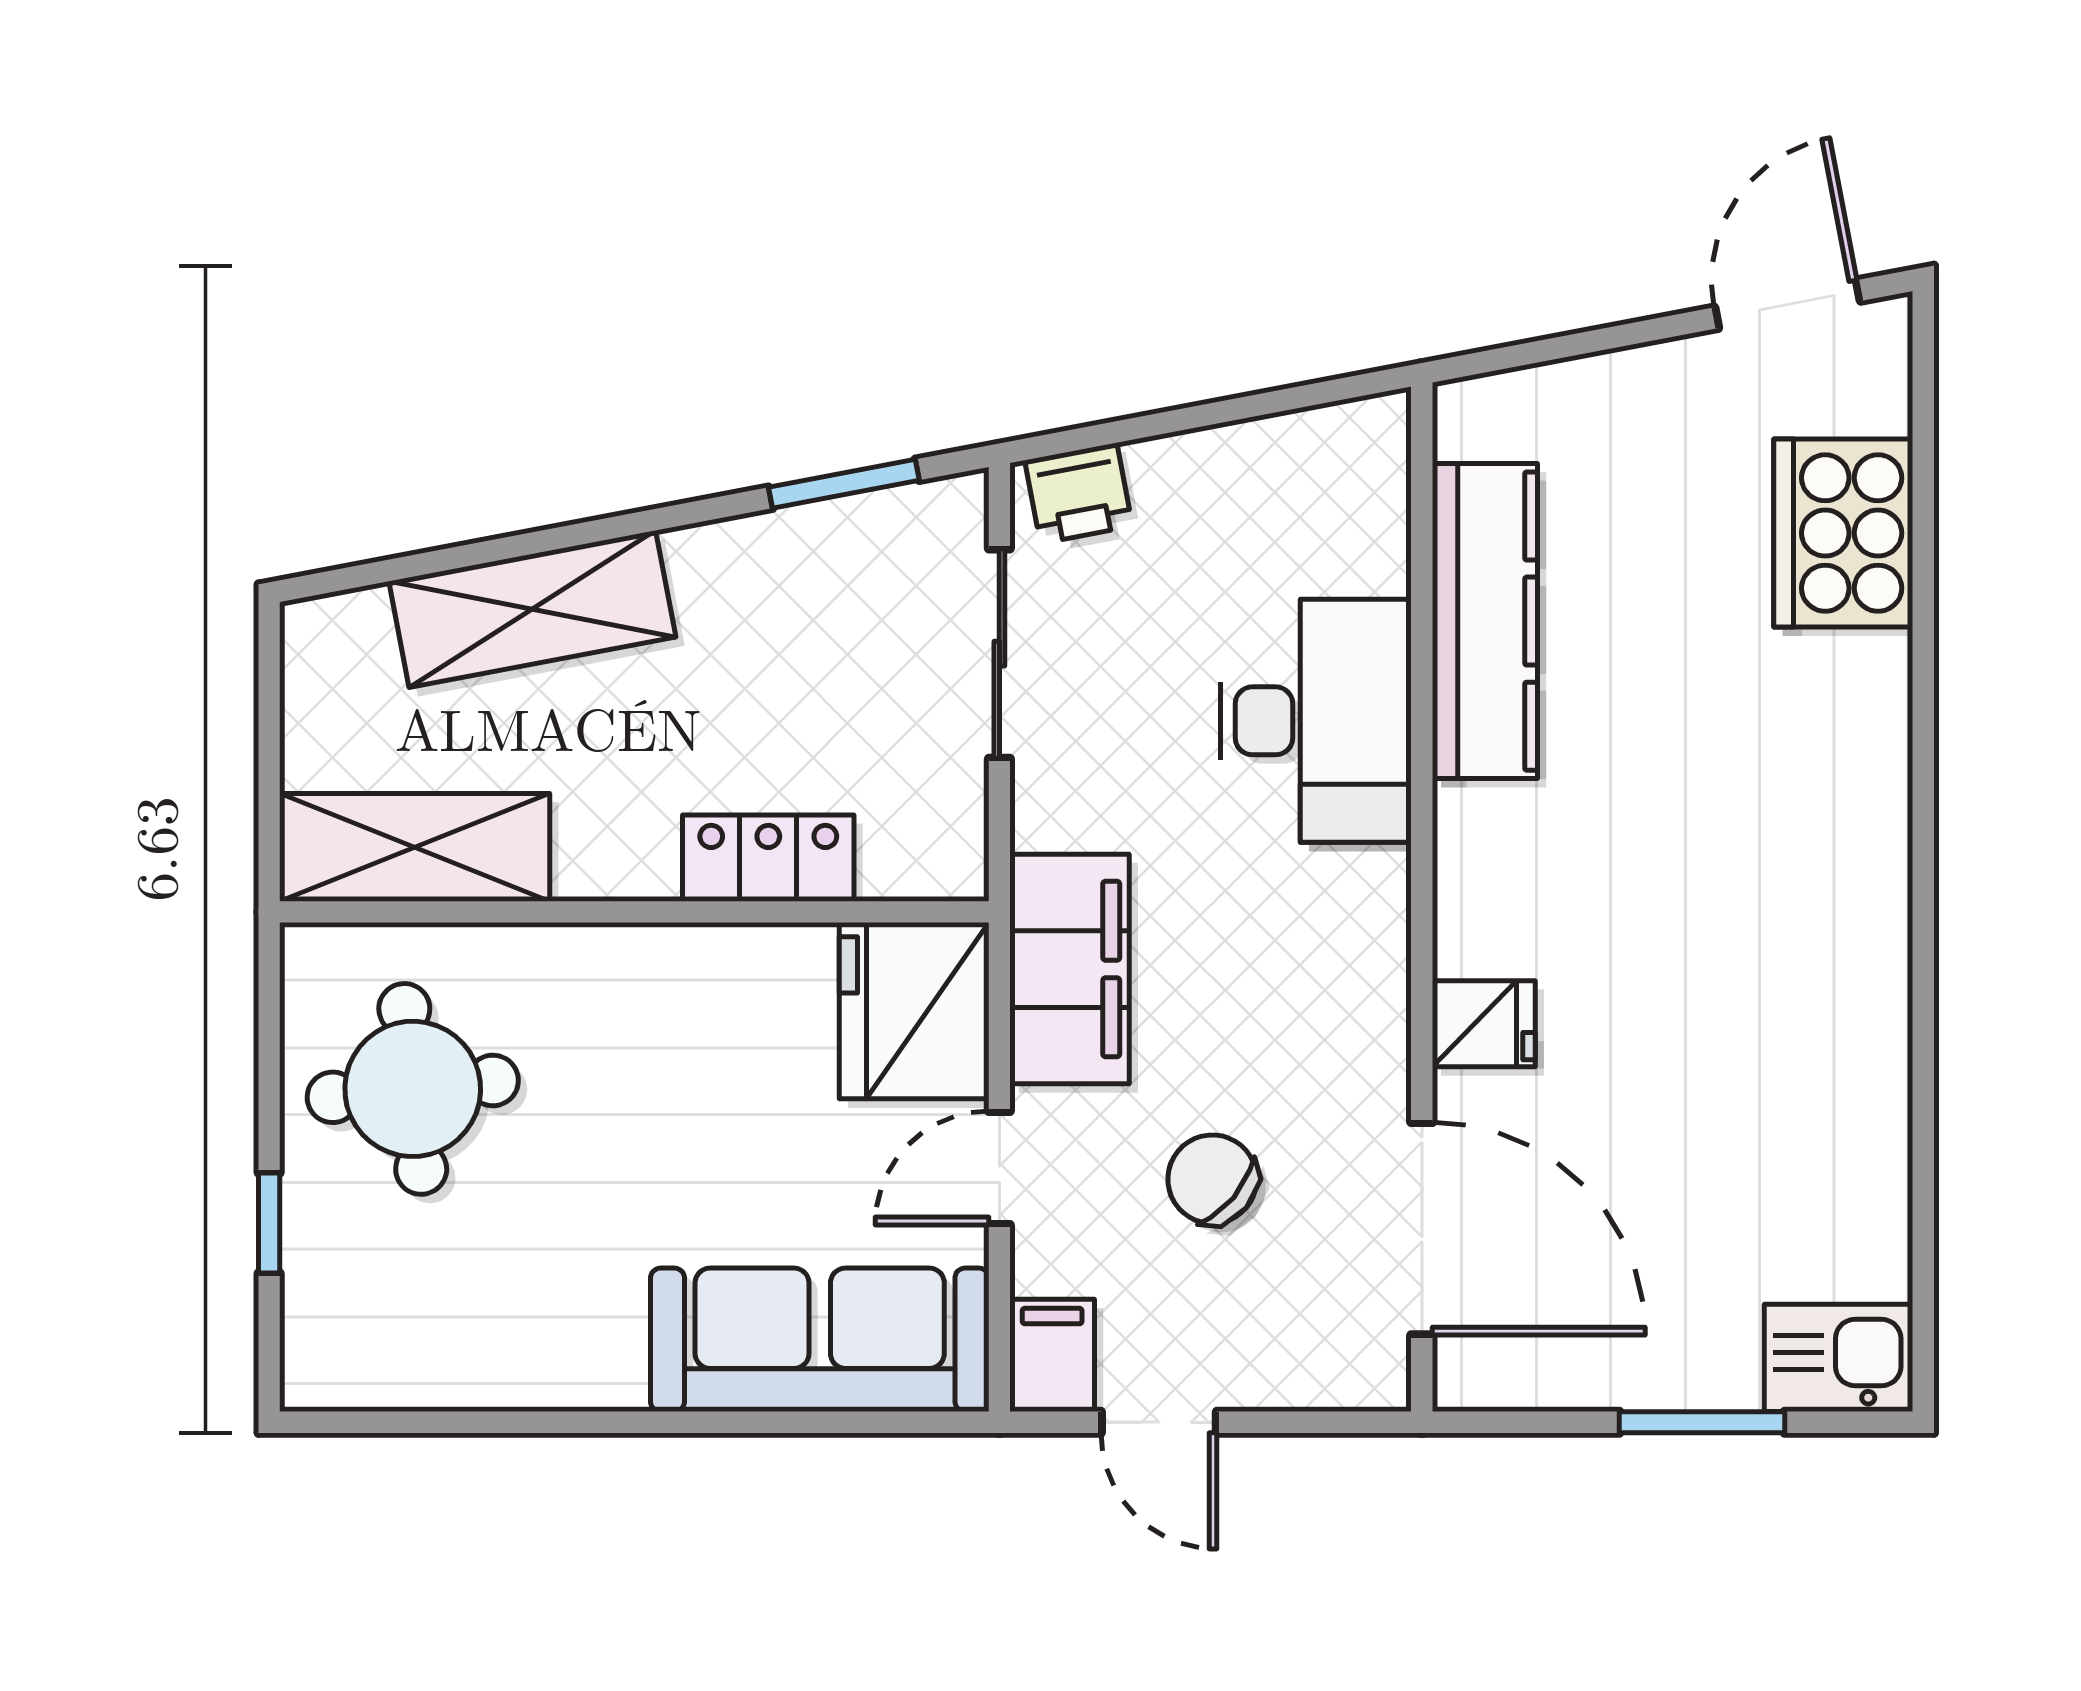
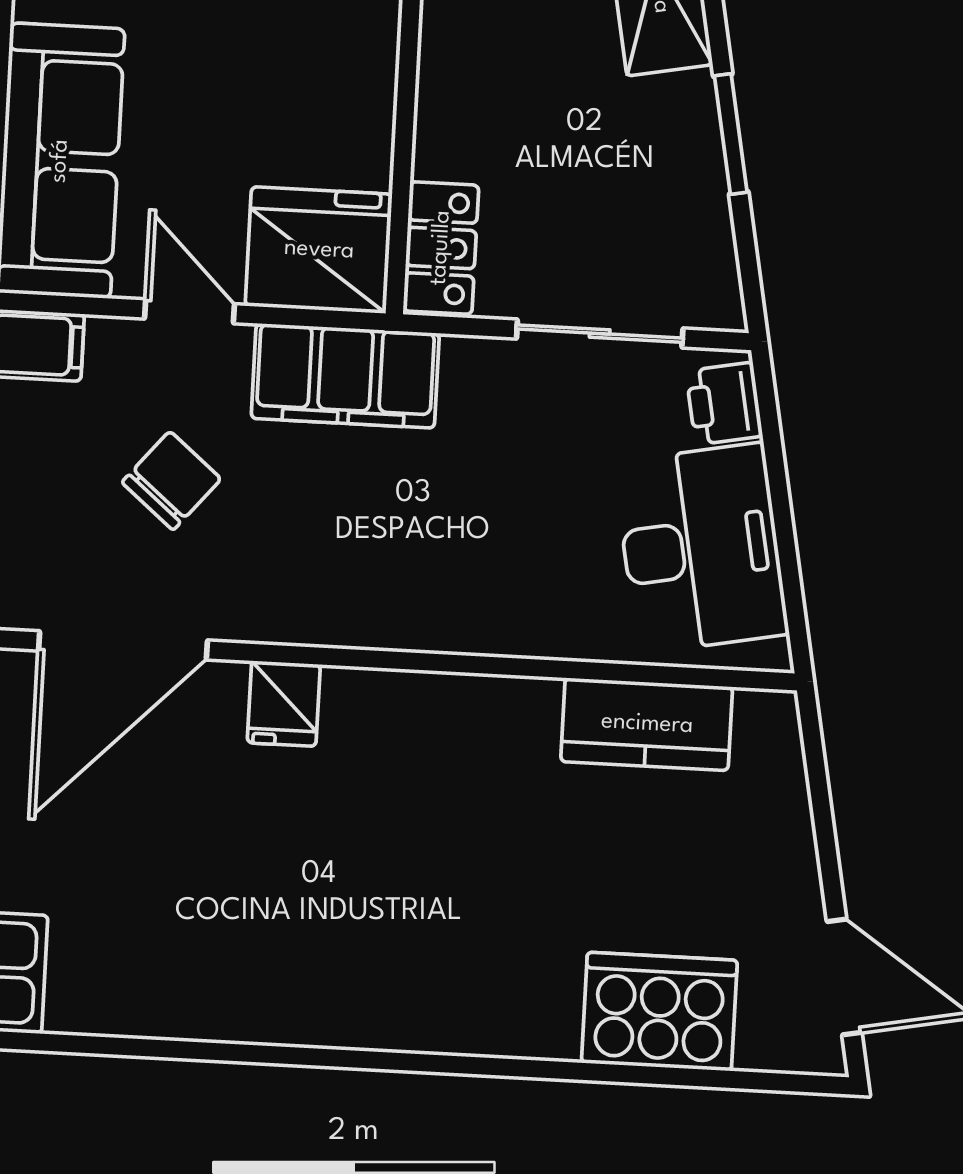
window: (844, 484) -> (731, 134), moved
kitchen counter: (1485, 621) -> (647, 724), width x0.67
desk: (1316, 721) -> (701, 548), moved, turned -101
locker: (768, 858) -> (441, 248), moved

